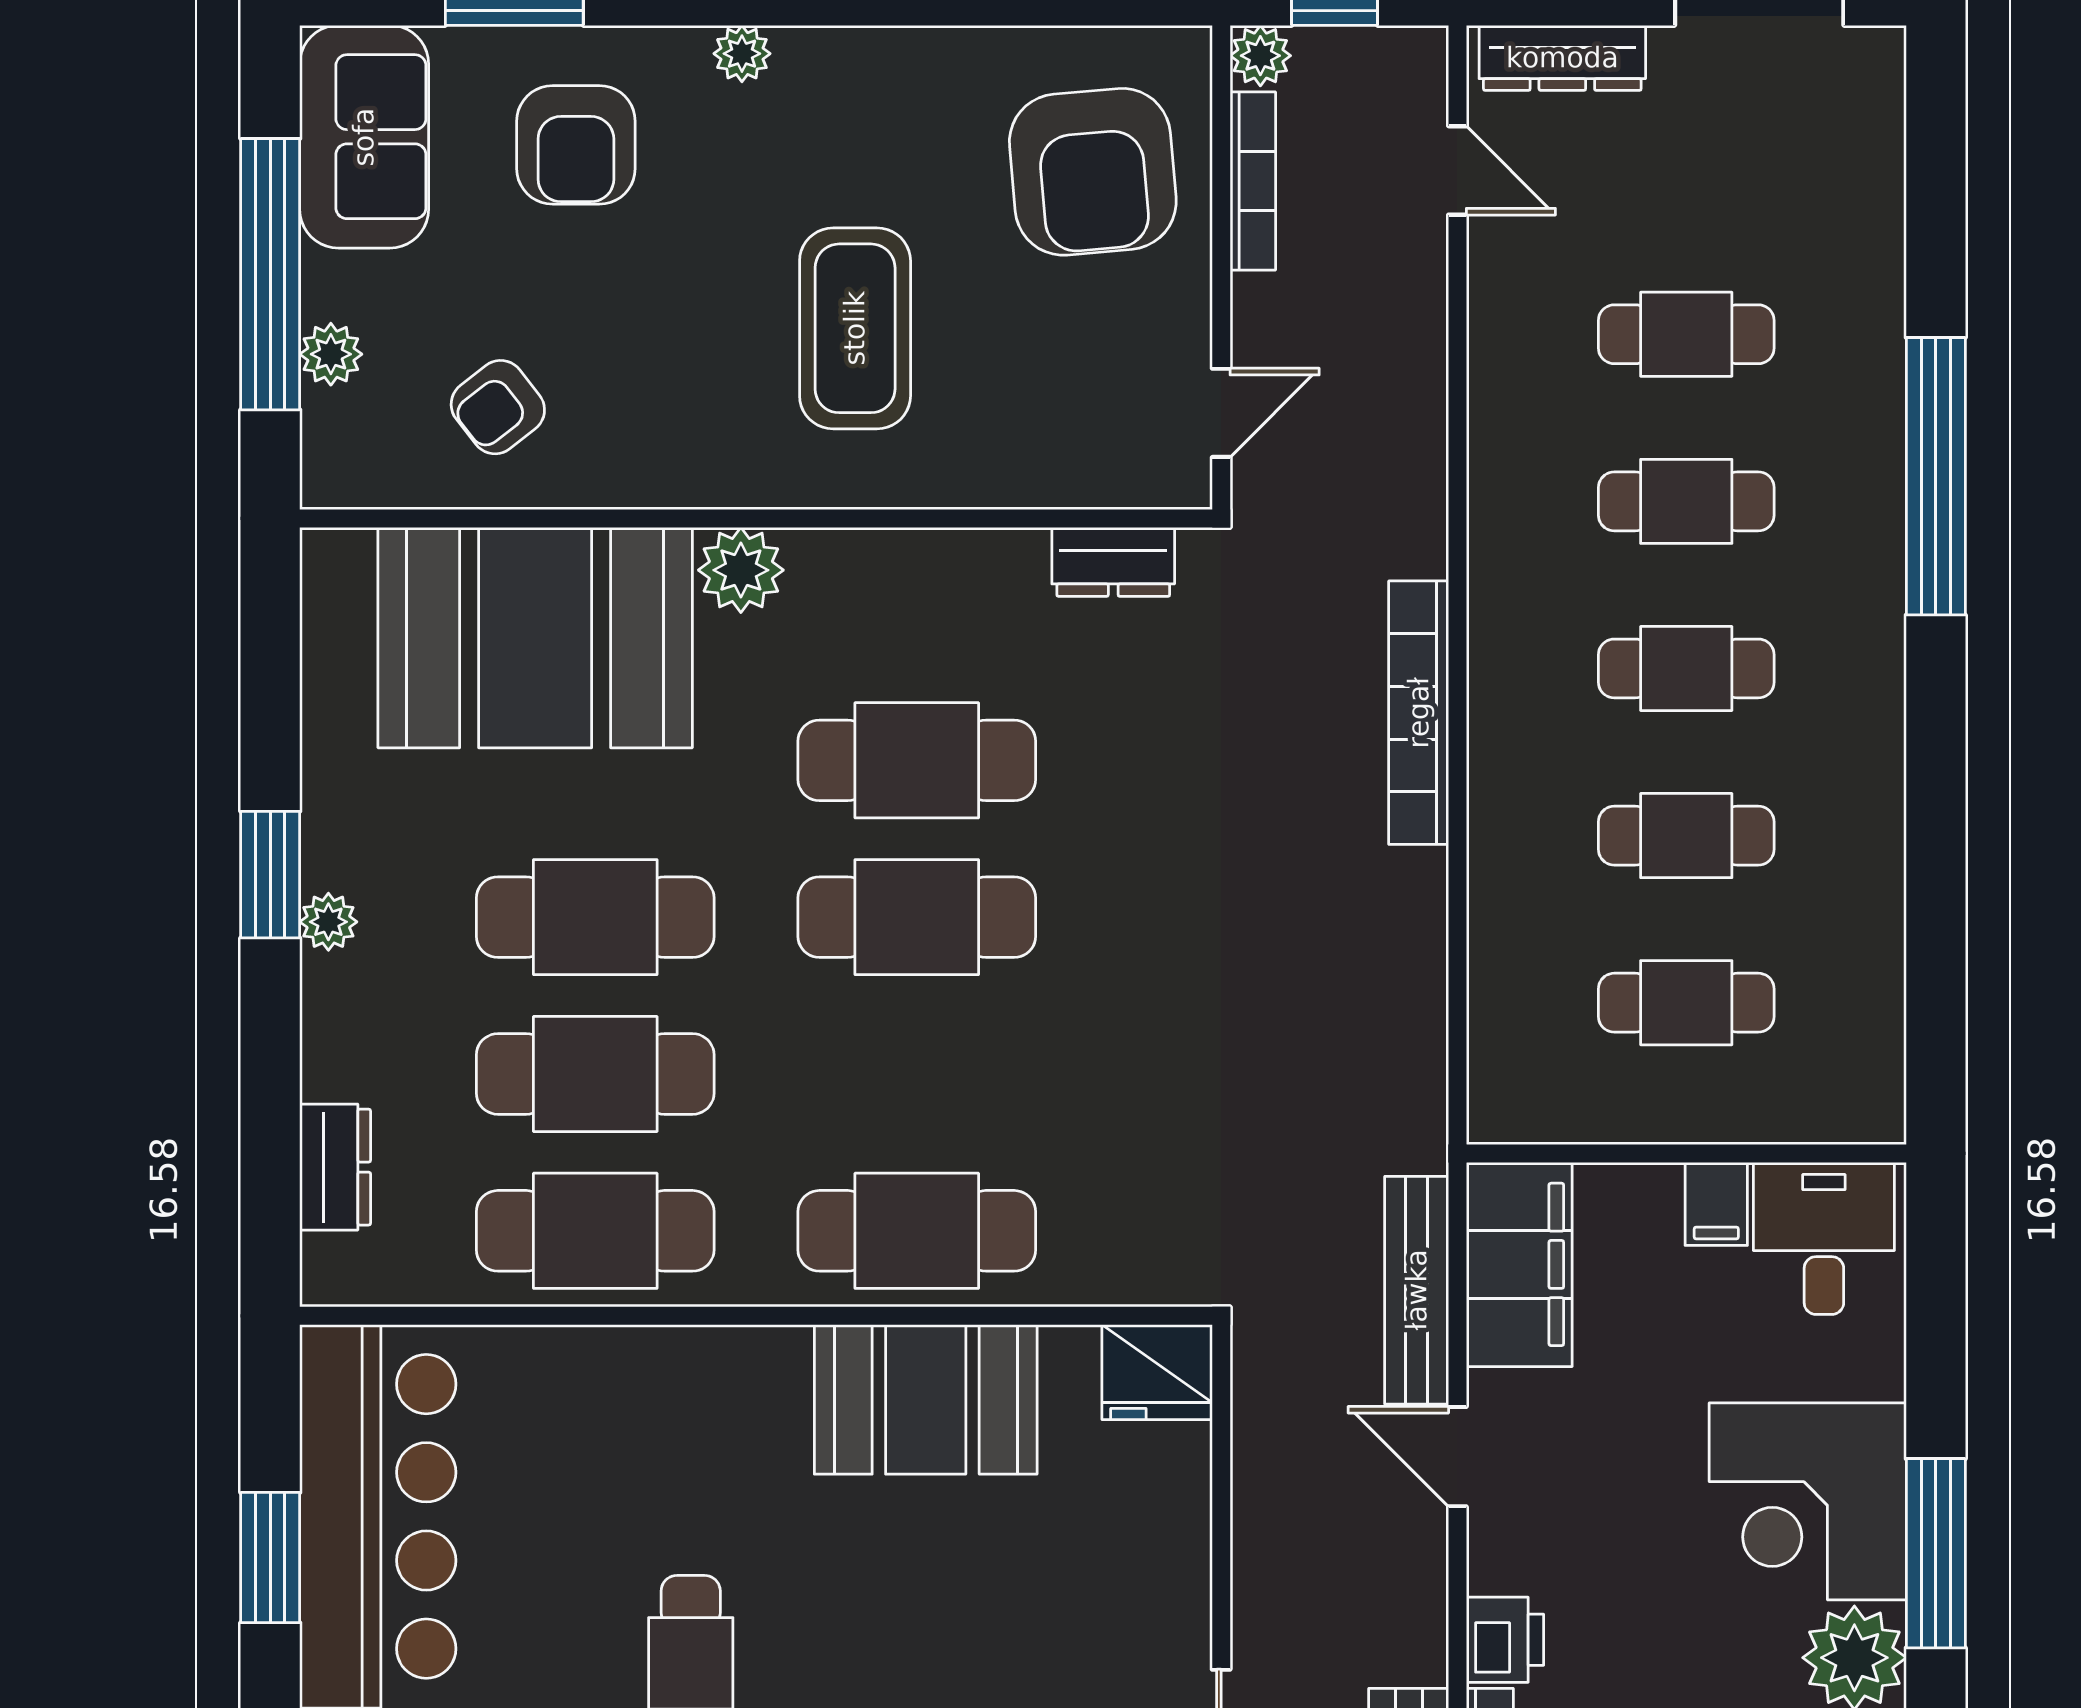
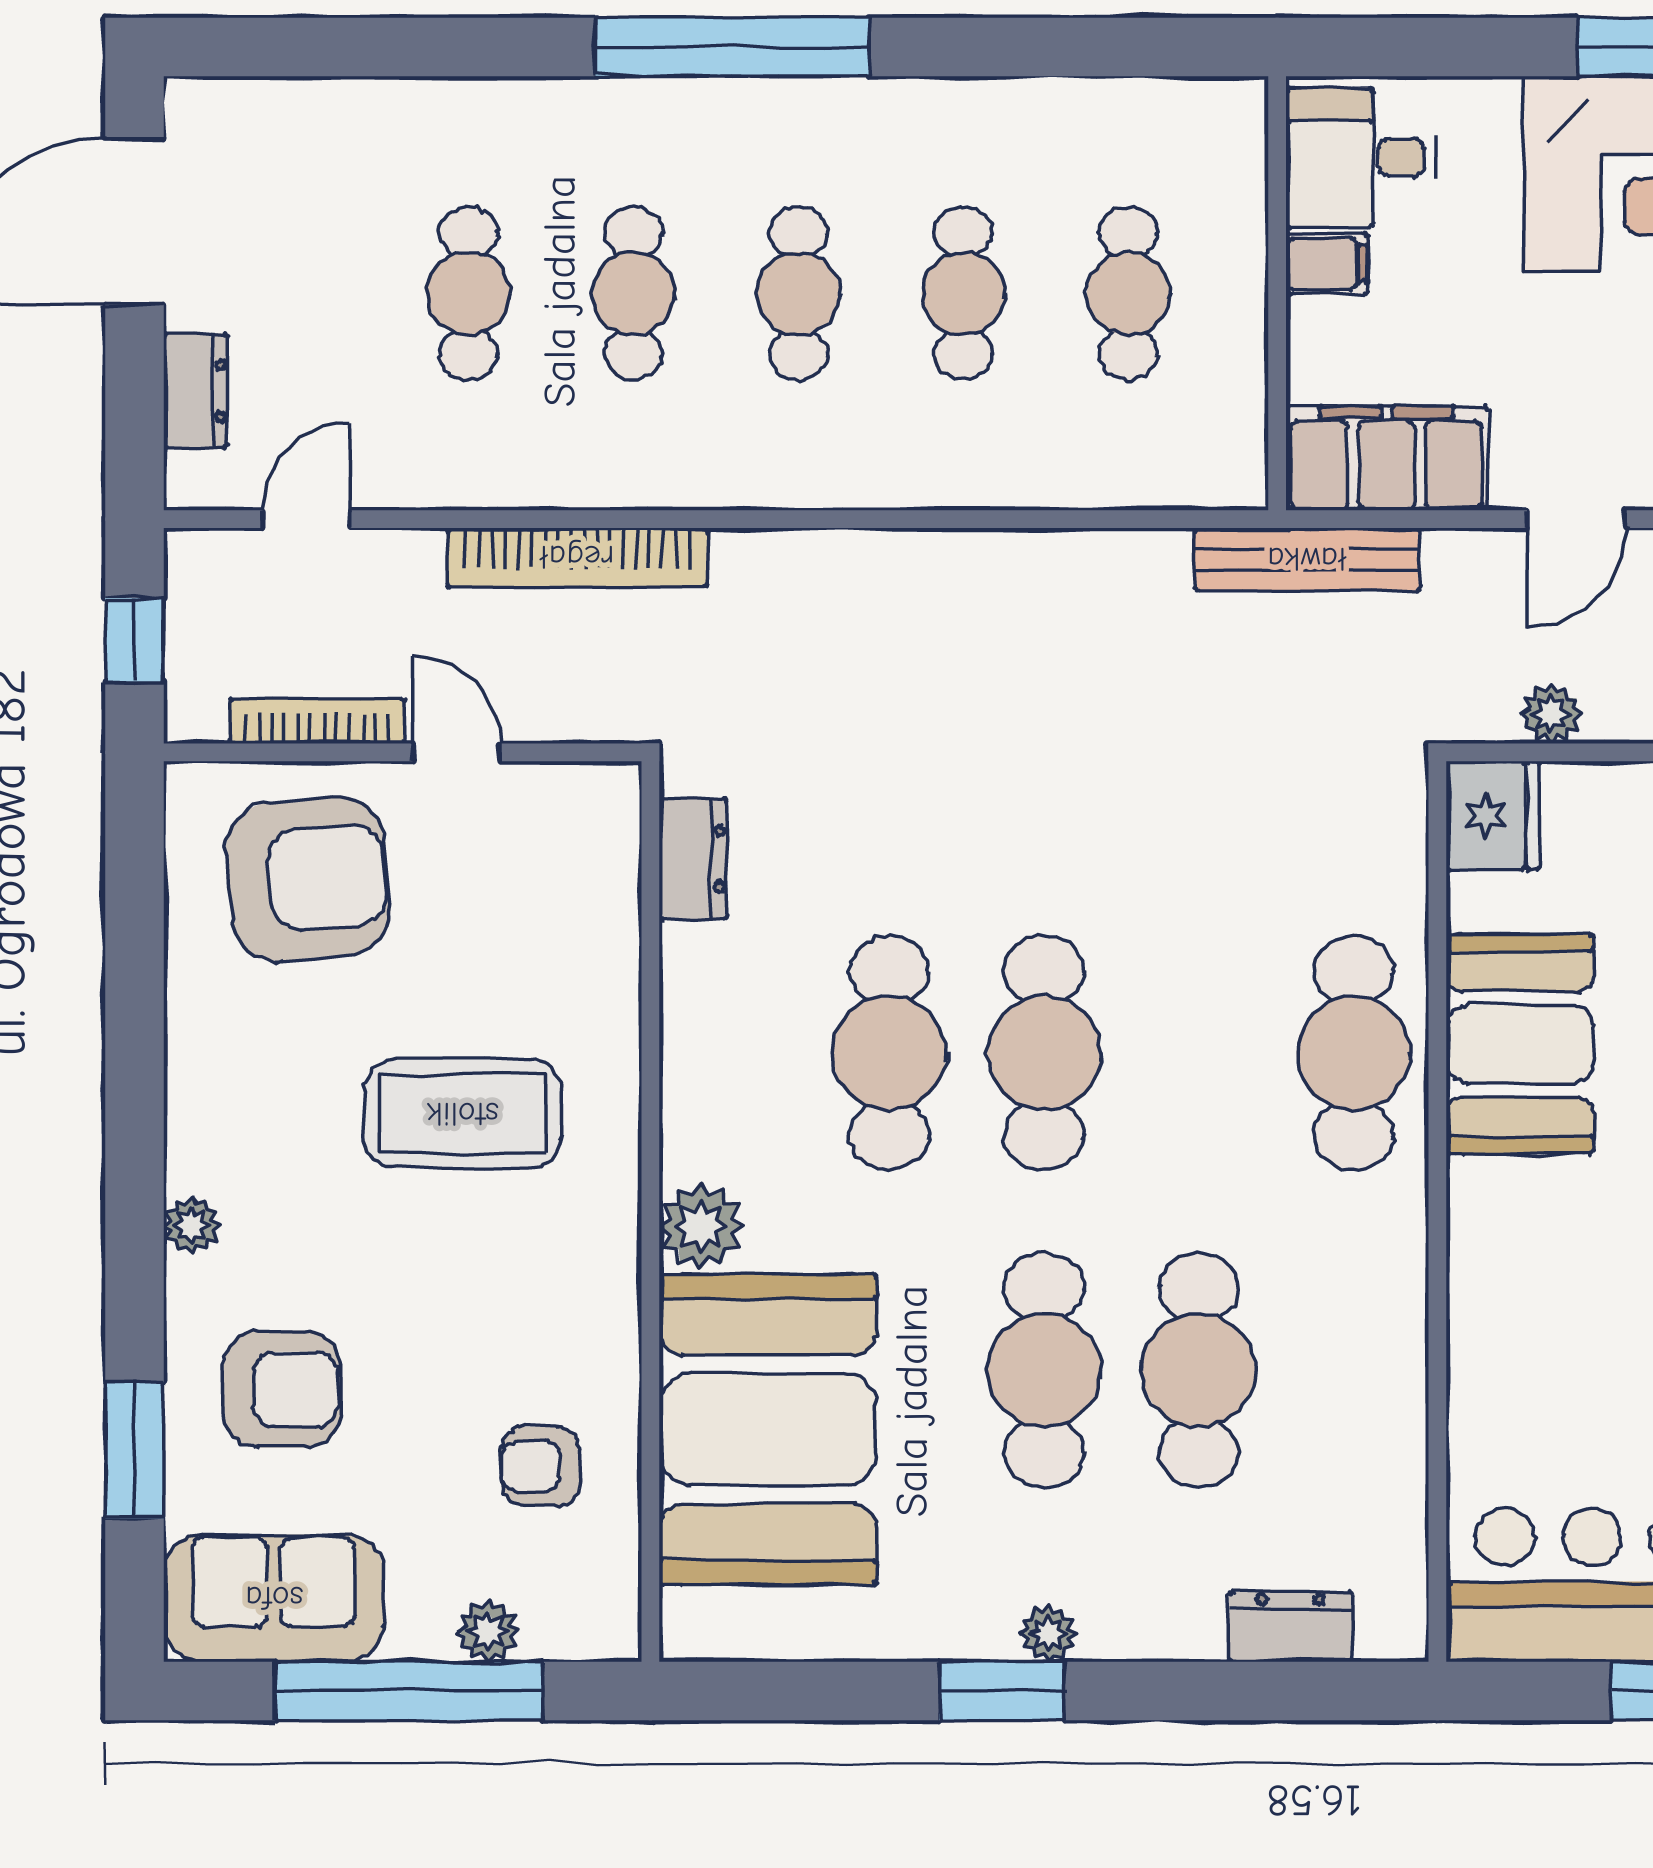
plant: (1260, 56) -> (1551, 714), moved
dresser: (1562, 58) -> (196, 391), width x0.70
armchair: (498, 407) -> (540, 1466), turned 128
door: (1221, 413) -> (456, 752), moved
window: (1936, 476) -> (732, 47), moved
bookcase: (1419, 713) -> (577, 557), moved
cafe table: (595, 1231) -> (1353, 1370), removed
bench: (1417, 1290) -> (1307, 559), moved

